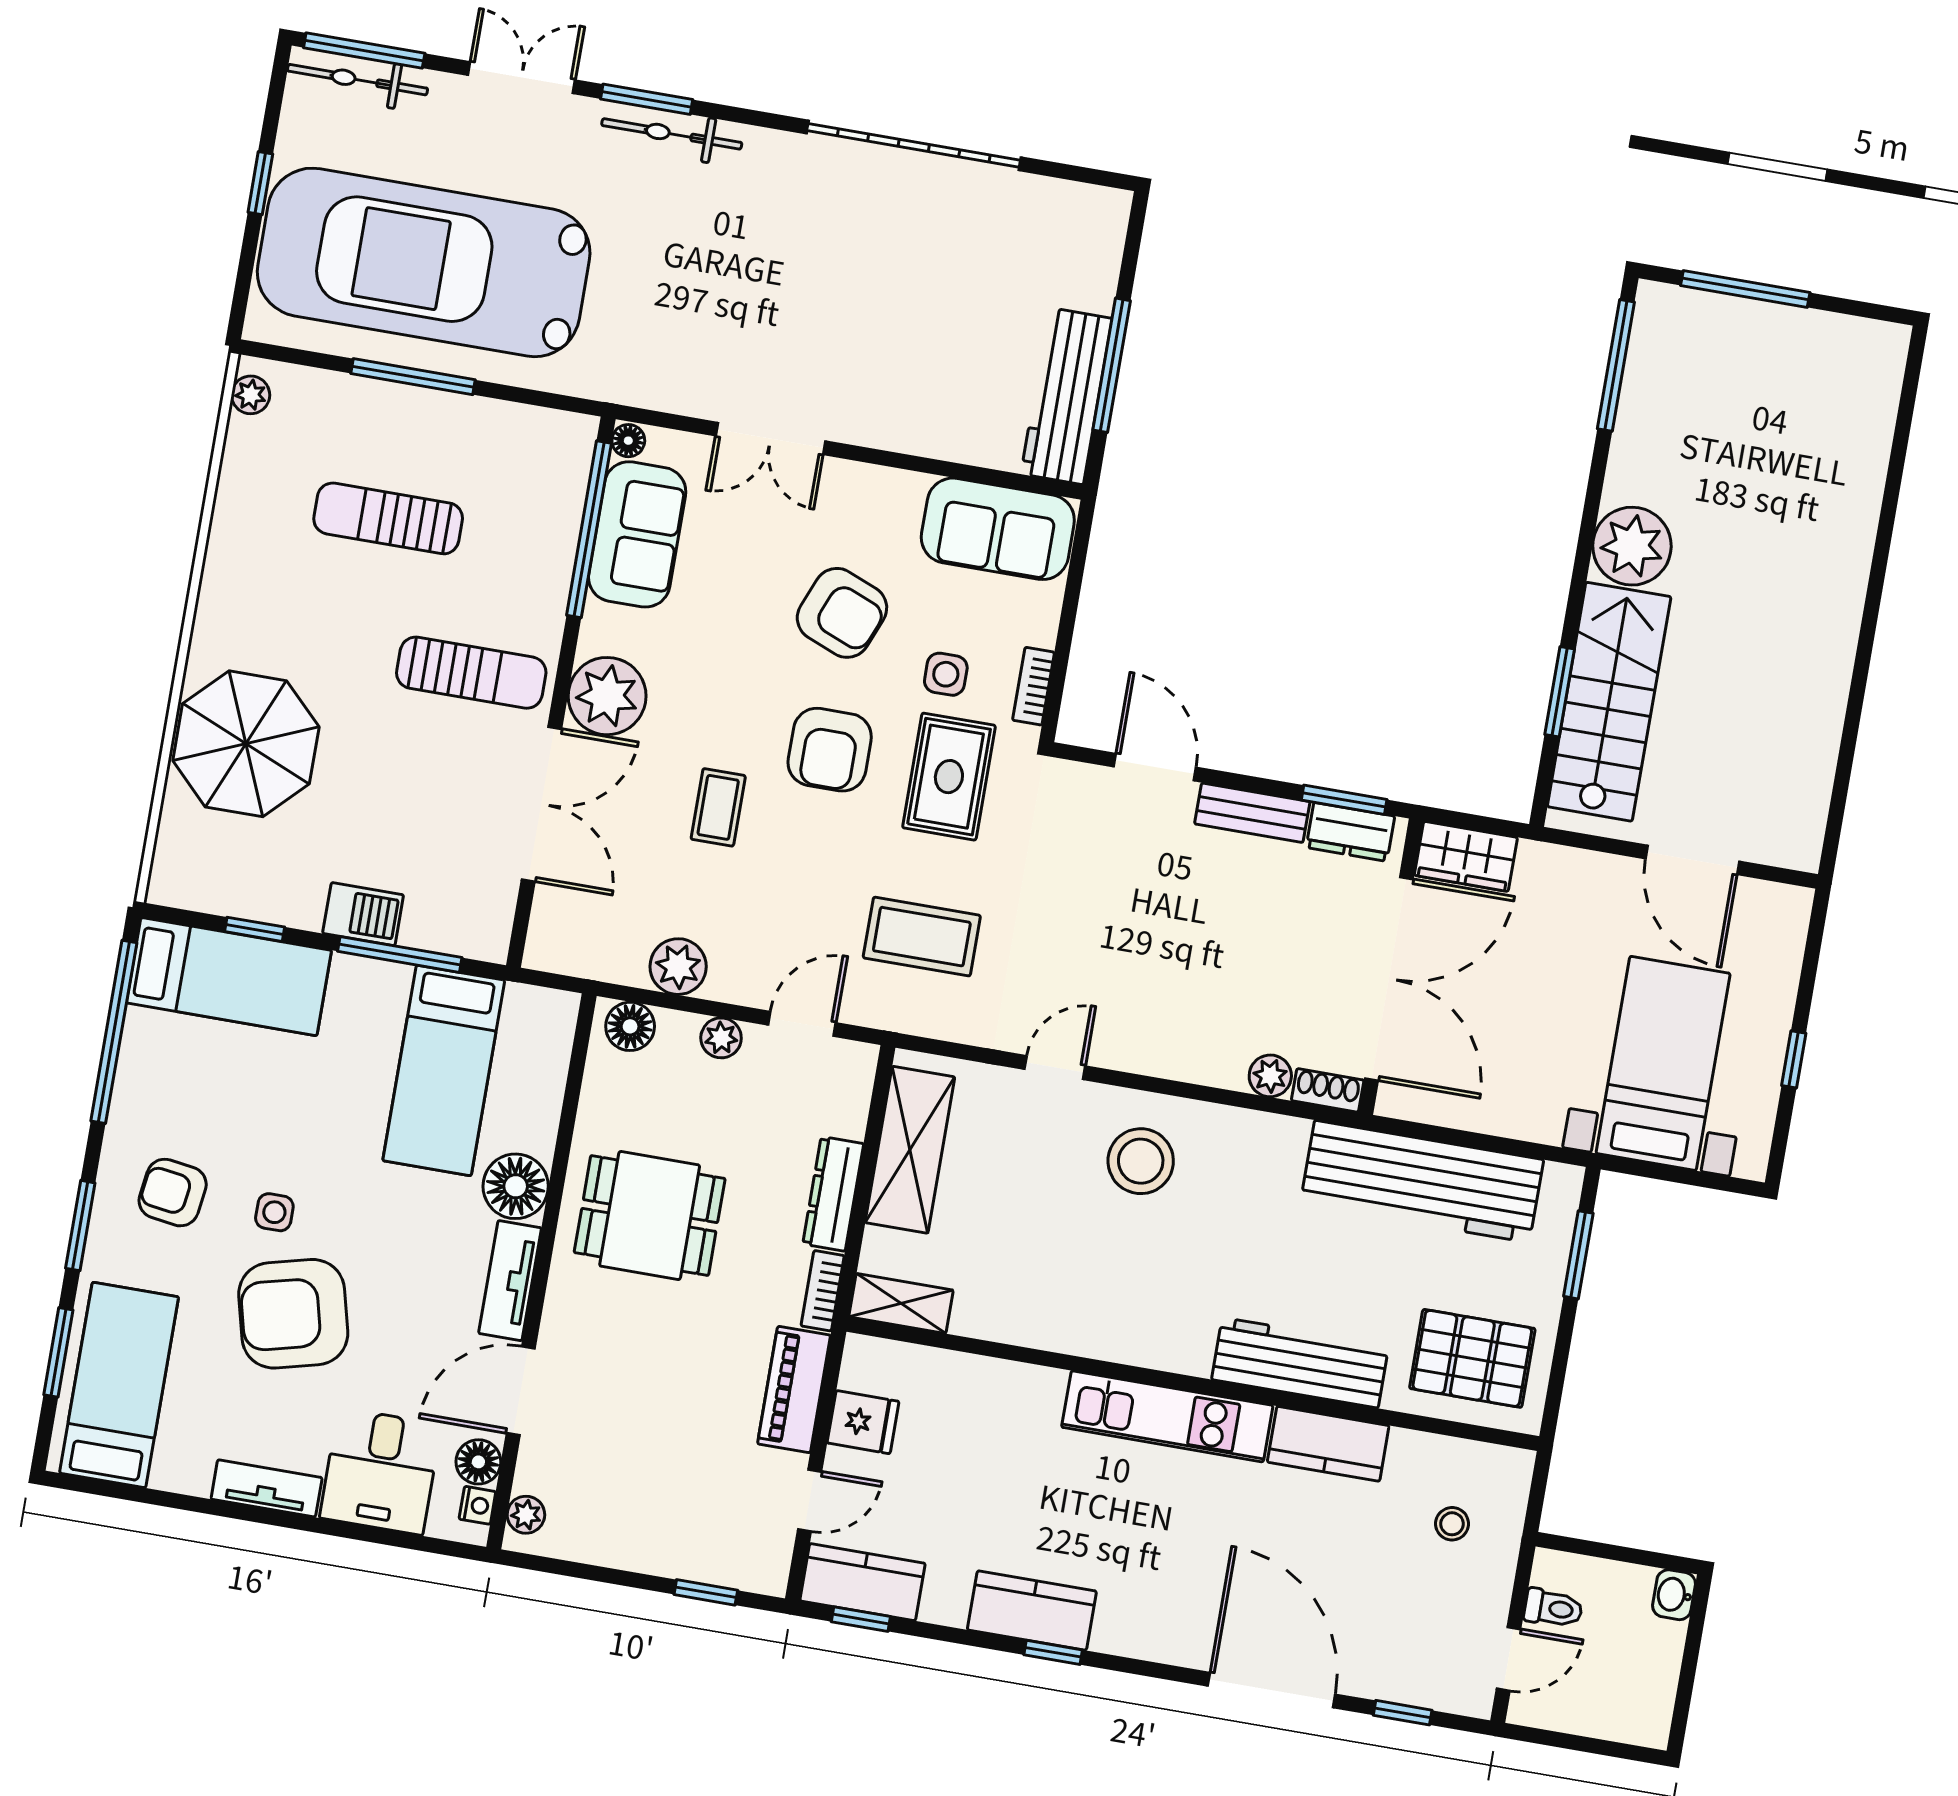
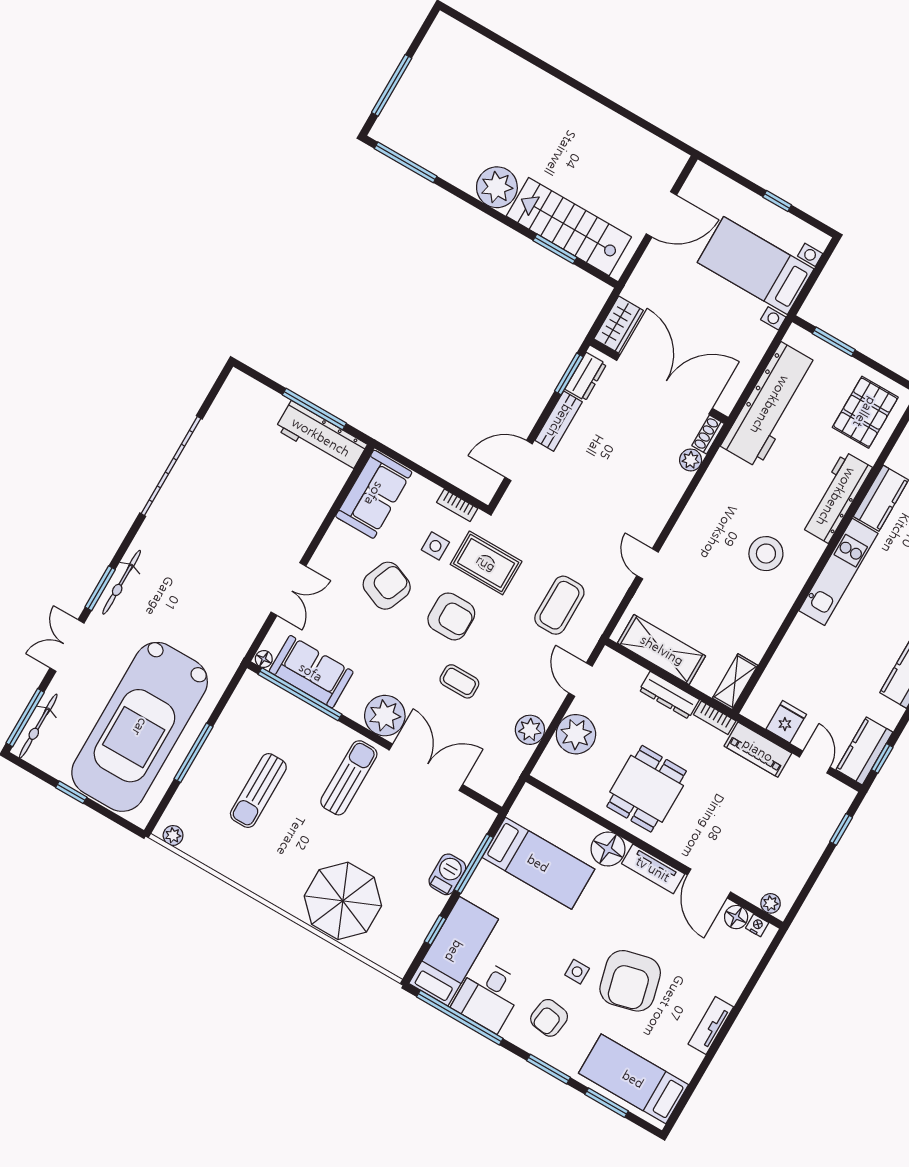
floor lamp: (630, 1026) -> (551, 764), removed
plant: (721, 1038) -> (576, 734), width x1.87, depth x1.87
stool: (1141, 1161) -> (766, 554), moved
desk: (380, 1471) -> (488, 995), moved, turned 90

